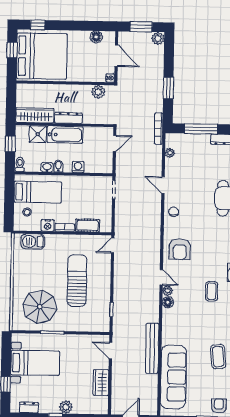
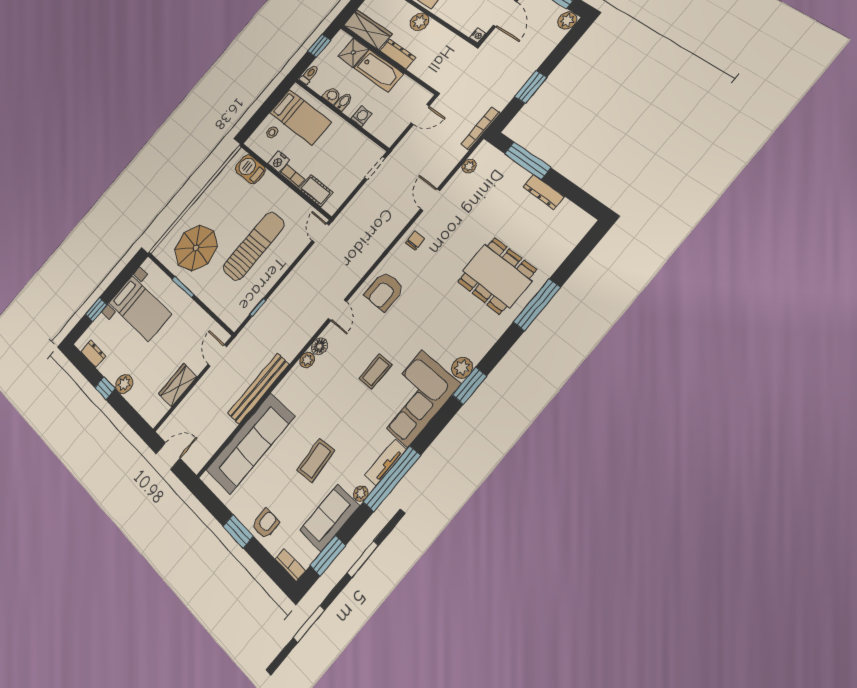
plant: (98, 92) -> (420, 22), moved
door: (113, 245) -> (321, 233), hinge flipped
plant: (168, 291) -> (307, 360), moved

